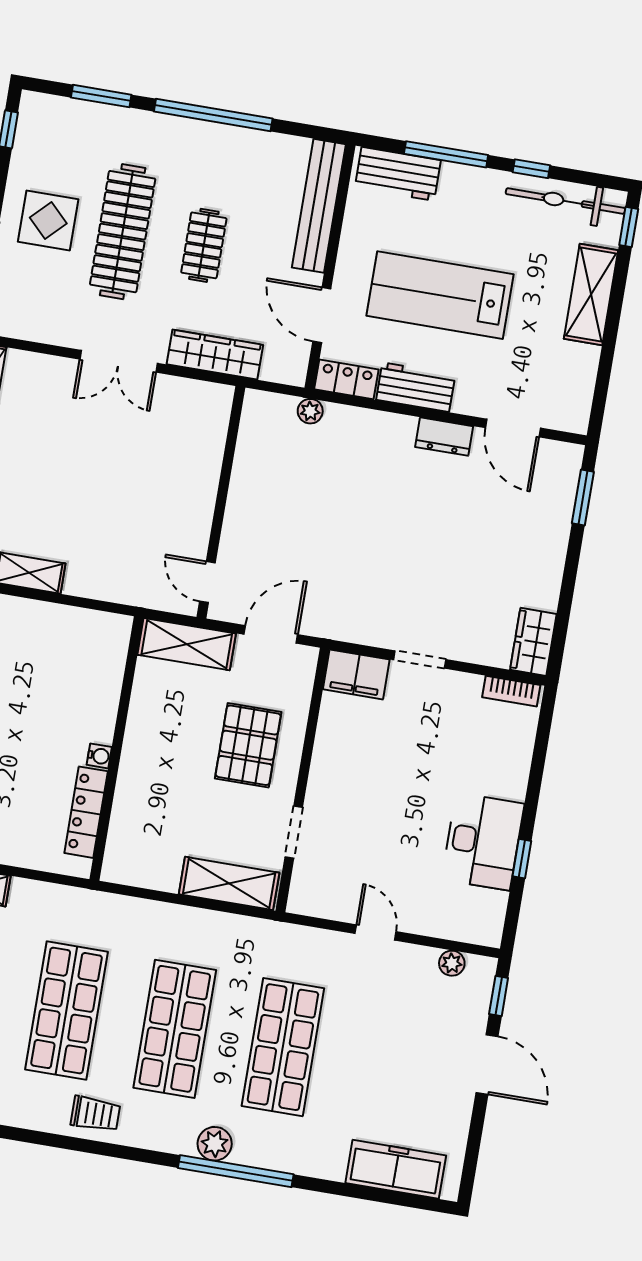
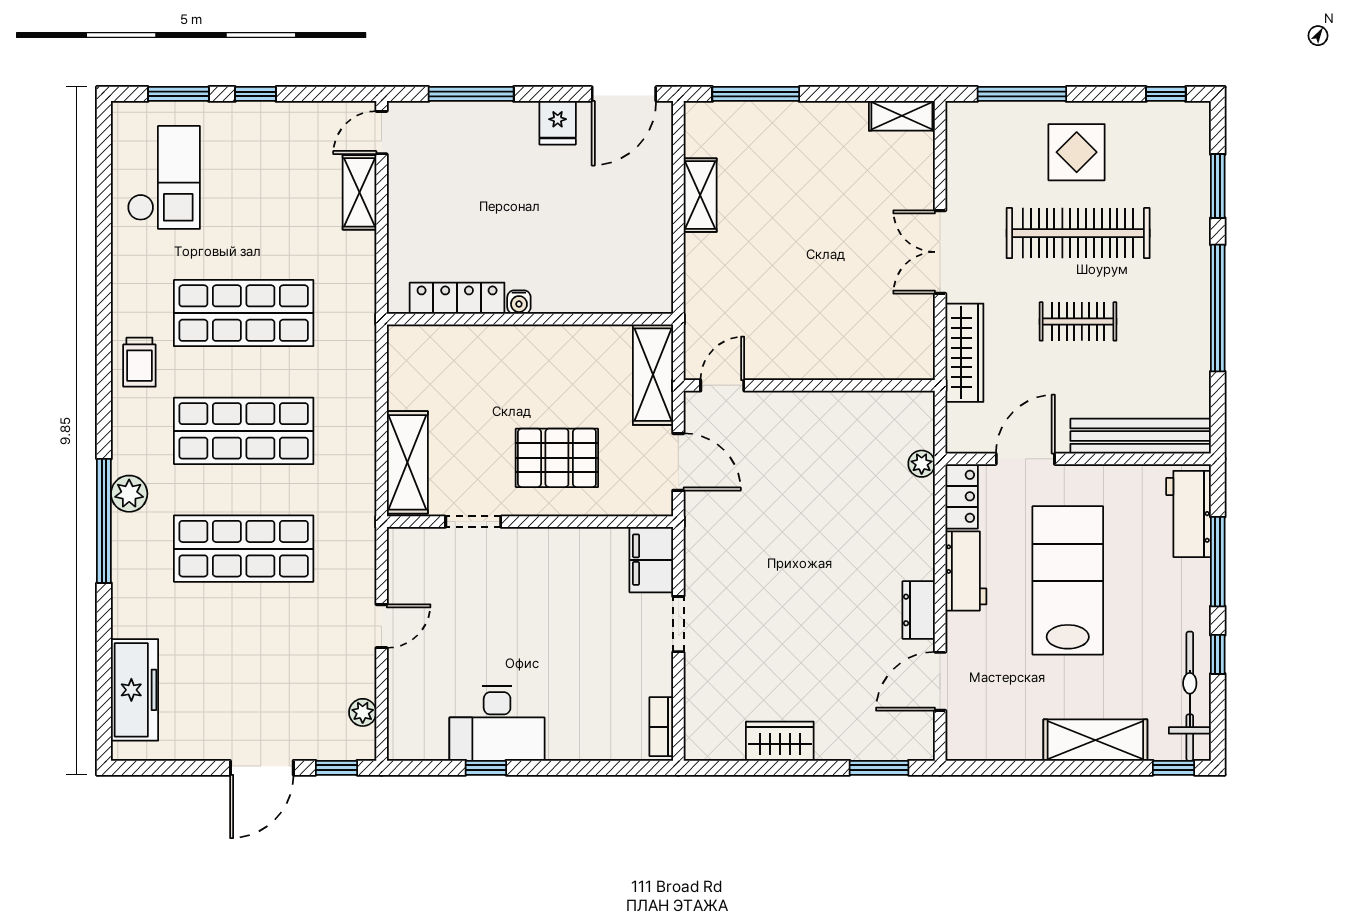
wardrobe: (533, 642) -> (780, 741), moved

